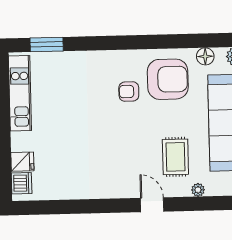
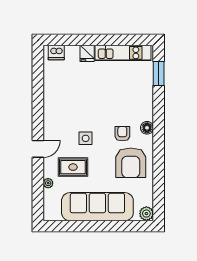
floor lamp: (205, 56) -> (147, 128), moved
side table: (136, 141) -> (86, 138), added
fridge: (22, 162) -> (87, 53), moved

